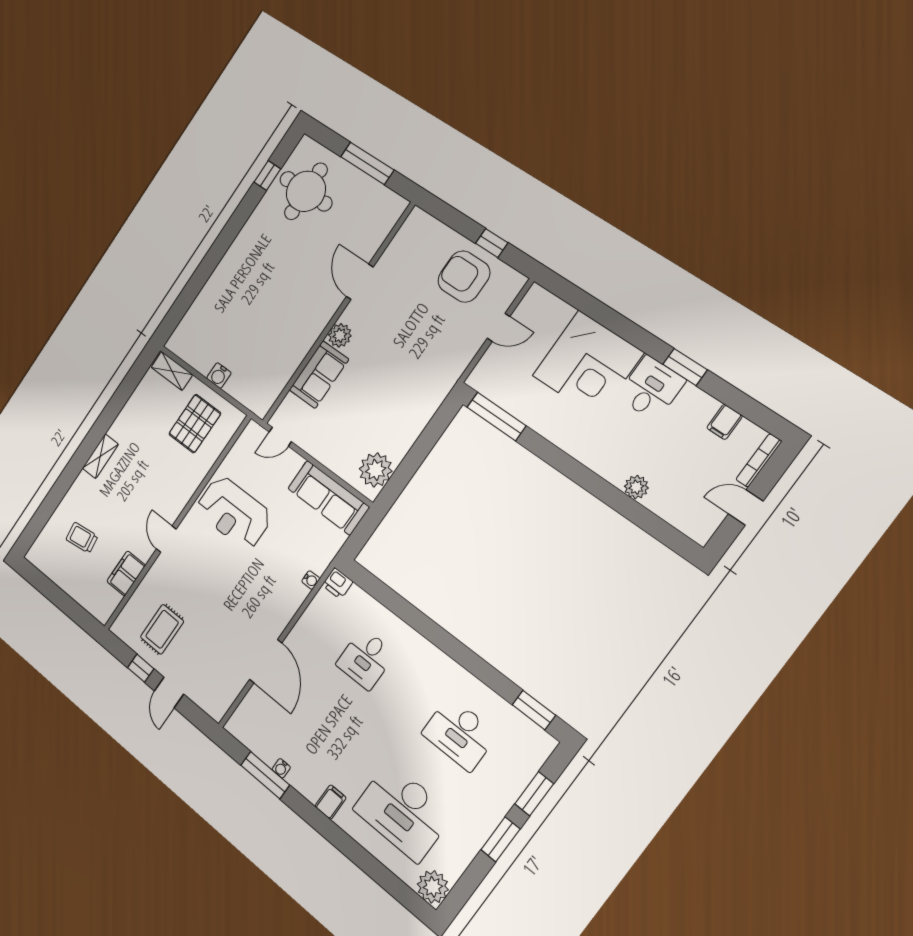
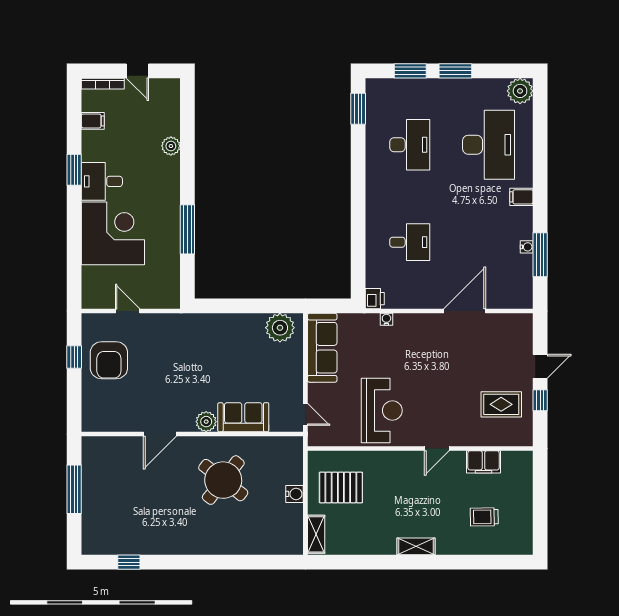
round table: (306, 191) -> (223, 480), moved, turned 38
window: (496, 416) -> (187, 229), moved
trolley: (82, 538) -> (484, 517), turned 97

